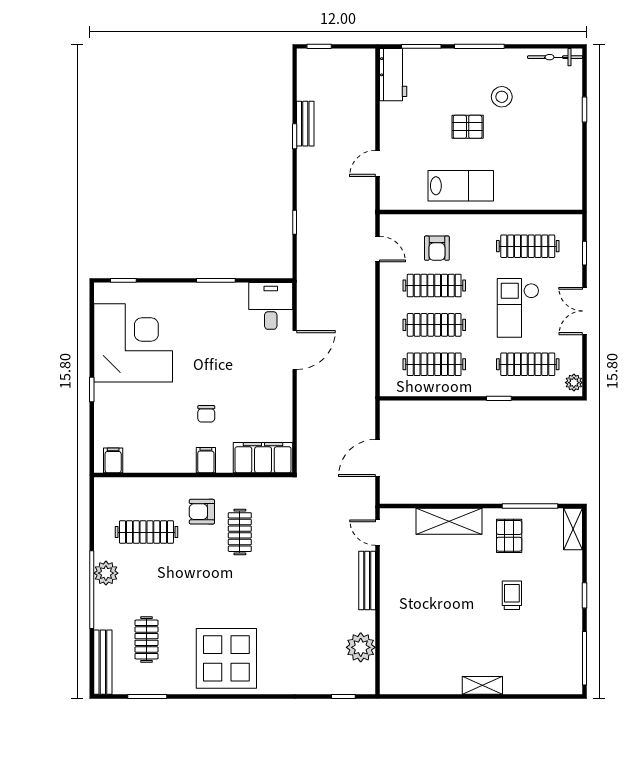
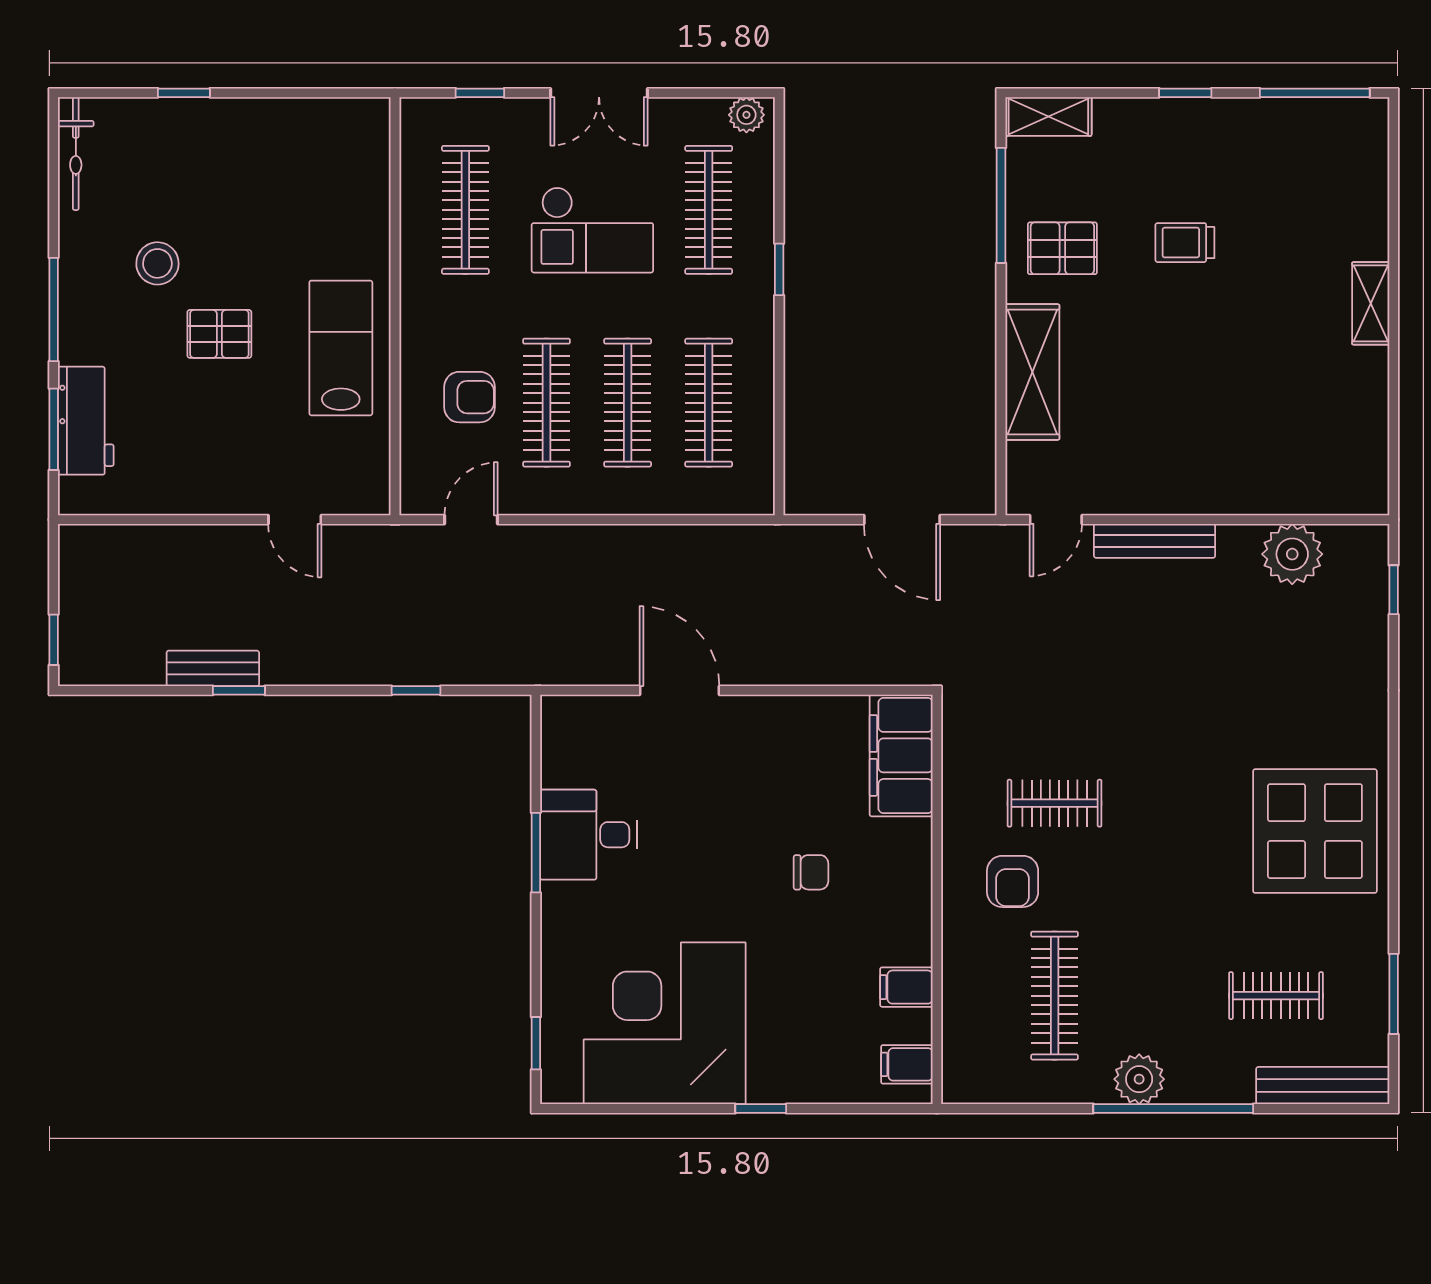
workbench: (393, 75) -> (86, 421), moved, turned 90
pallet: (468, 127) -> (219, 334), turned 90
desk: (271, 306) -> (589, 835), moved
filing cabinet: (206, 460) -> (906, 987), moved

